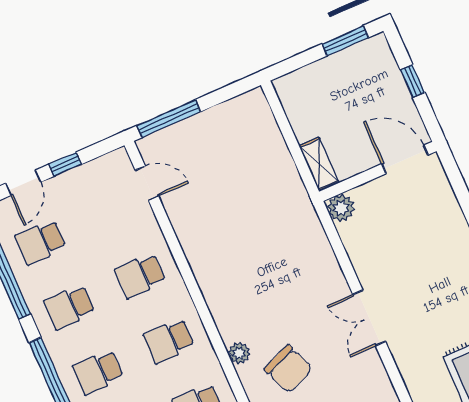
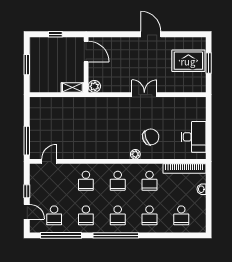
window: (345, 41) -> (27, 65), moved
door: (405, 159) -> (86, 51), swing flipped
double door: (369, 318) -> (144, 95), swing flipped

